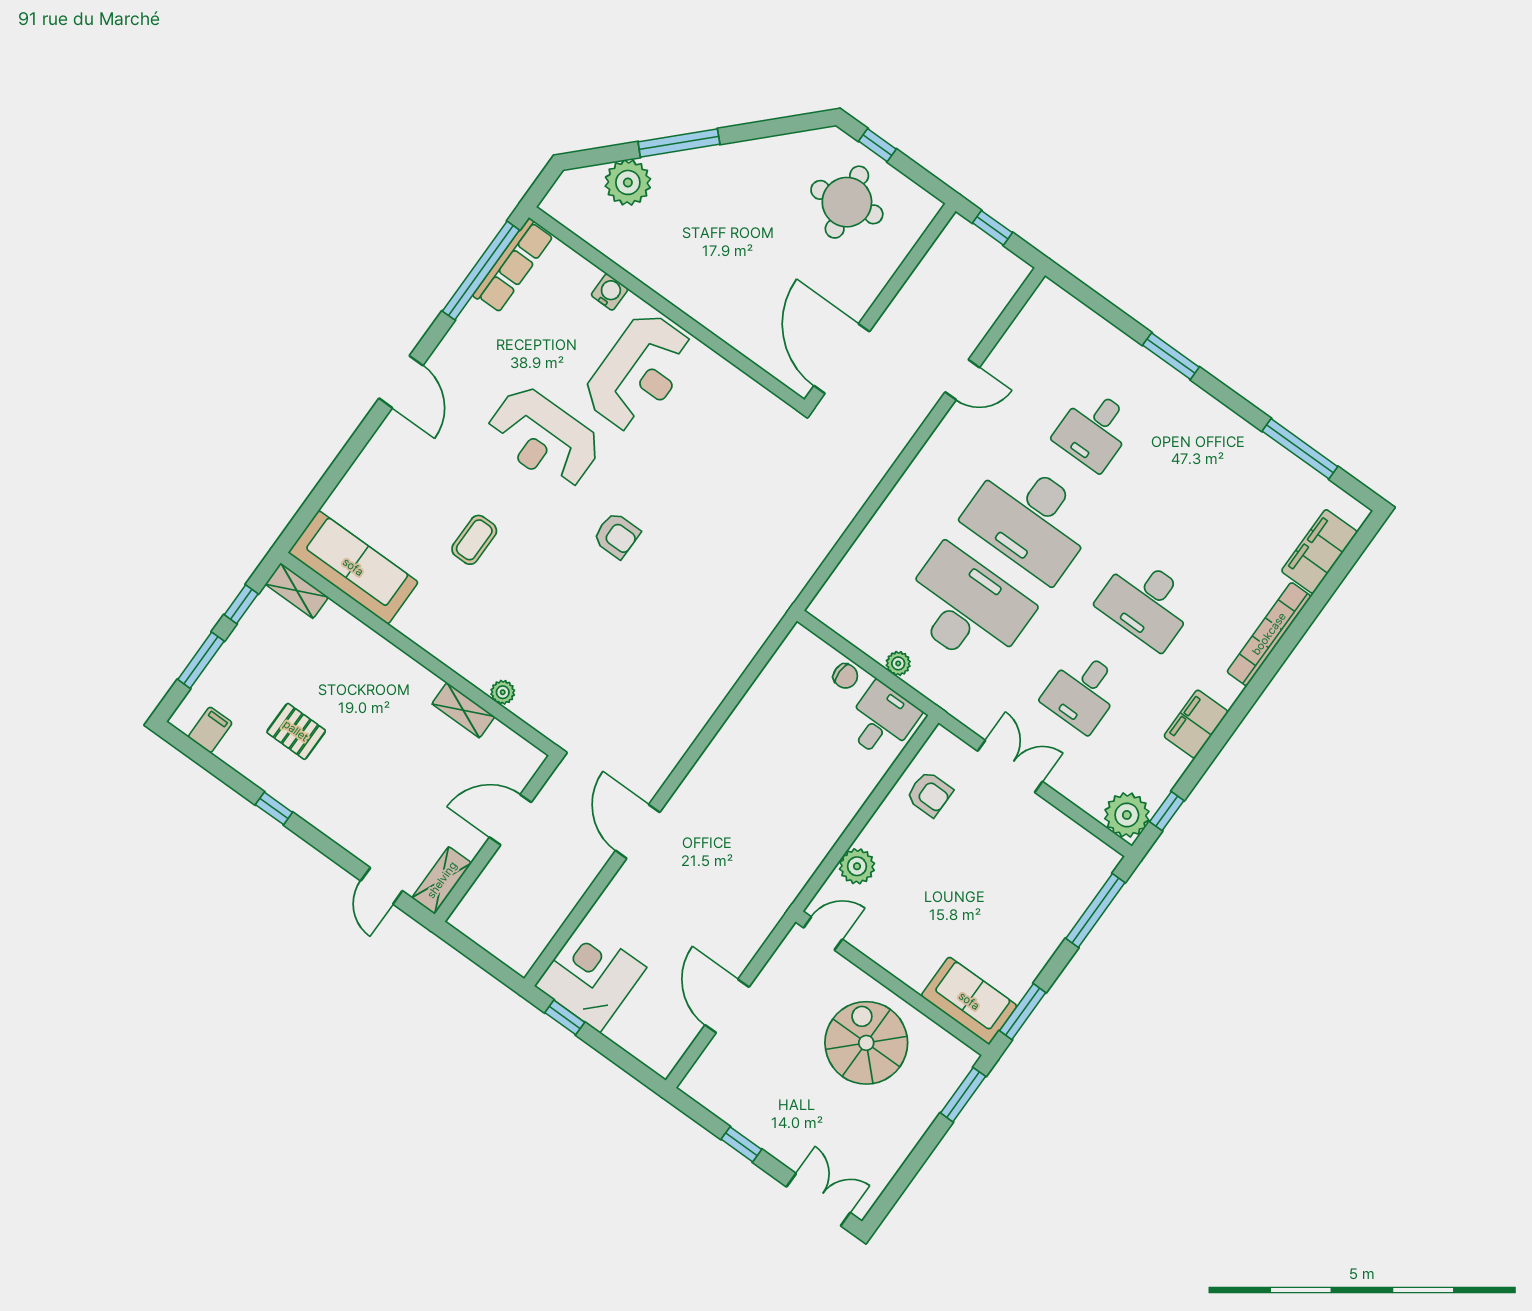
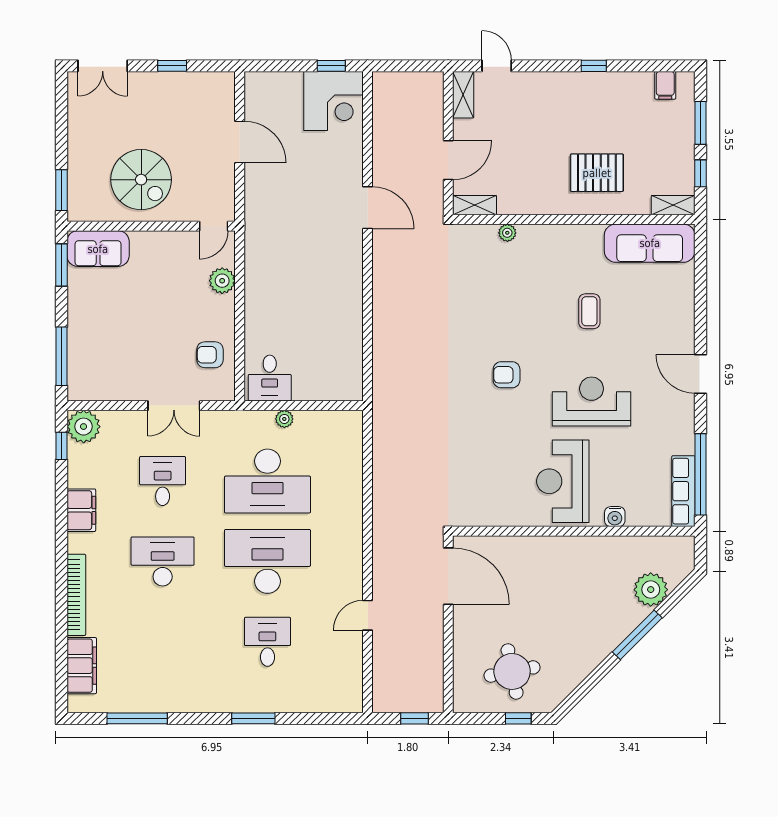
chair: (845, 676) -> (310, 389), removed
shelving: (463, 710) -> (475, 205), moved
pallet: (296, 731) -> (597, 173), moved, width x1.50, depth x1.42

